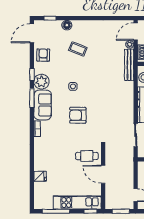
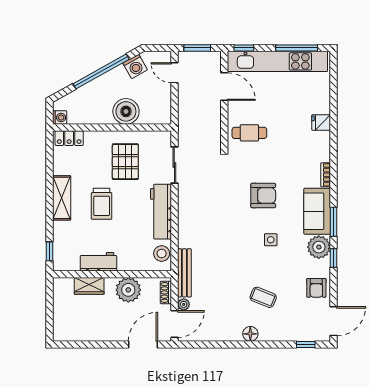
floor lamp: (67, 25) -> (250, 334), moved
door: (103, 174) -> (224, 87), moved
fridge: (40, 176) -> (321, 122), moved
kitchen unit: (77, 203) -> (277, 61), width x1.36

